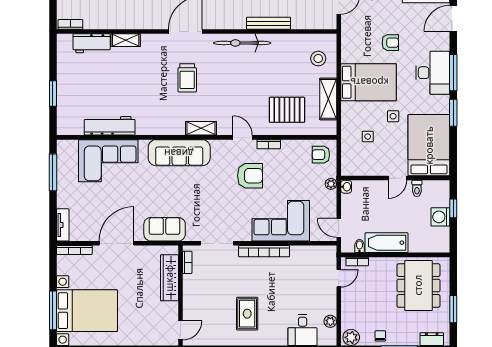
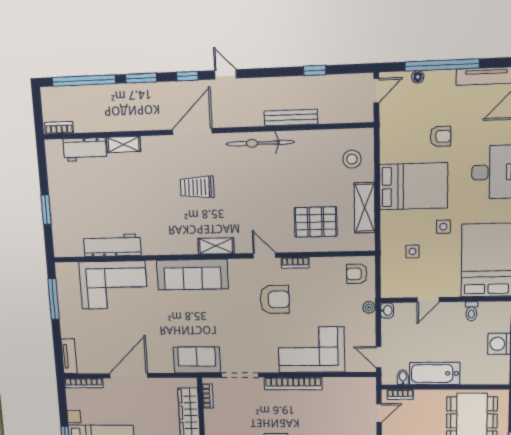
trolley: (187, 78) -> (197, 187), turned 90
door: (397, 178) -> (428, 300), moved
sofa: (165, 229) -> (197, 360), moved

